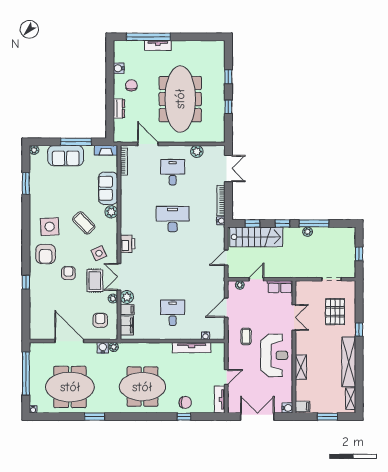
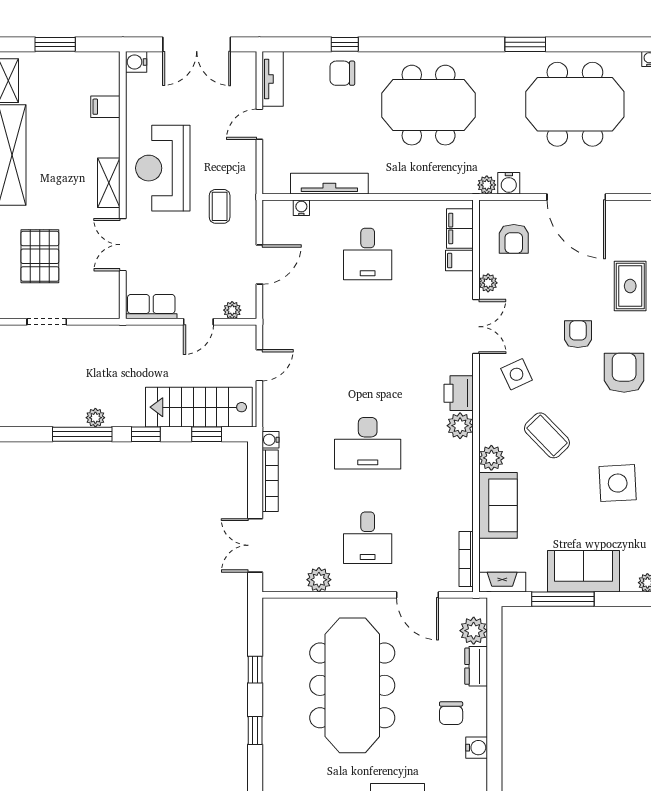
plant: (120, 126) -> (474, 631), added
side table: (50, 227) -> (618, 483), moved
armchair: (68, 273) -> (578, 334), turned 180
rug: (95, 281) -> (630, 286), moved
plant: (127, 297) -> (460, 426), moved
shelving: (301, 367) -> (109, 183), moved
filing cabinet: (303, 406) -> (105, 107), moved

